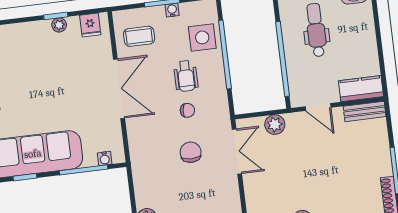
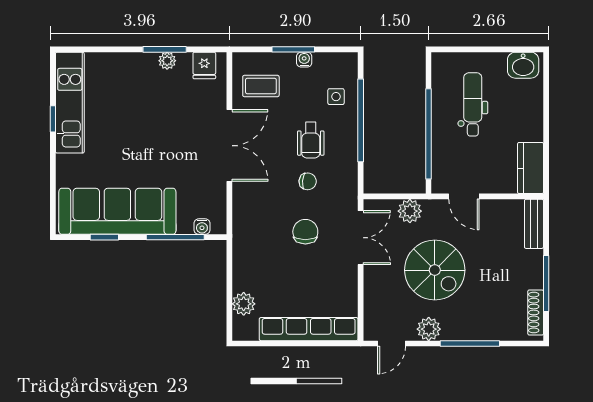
window: (56, 16) -> (165, 49), width x1.50
side table: (202, 37) -> (336, 97), width x0.54, depth x0.54
kitchen counter: (361, 89) -> (531, 168), moved, turned -90
bench: (365, 111) -> (534, 224), moved, turned 90
spiral stairs: (301, 171) -> (435, 270), added

